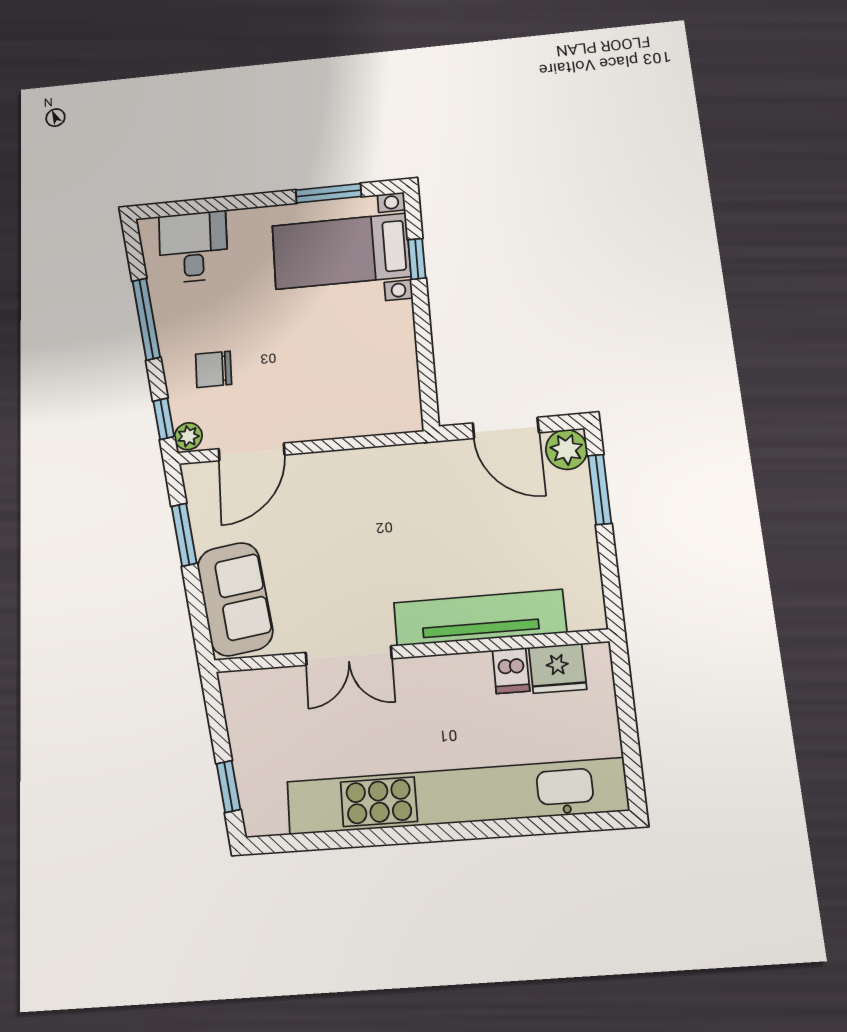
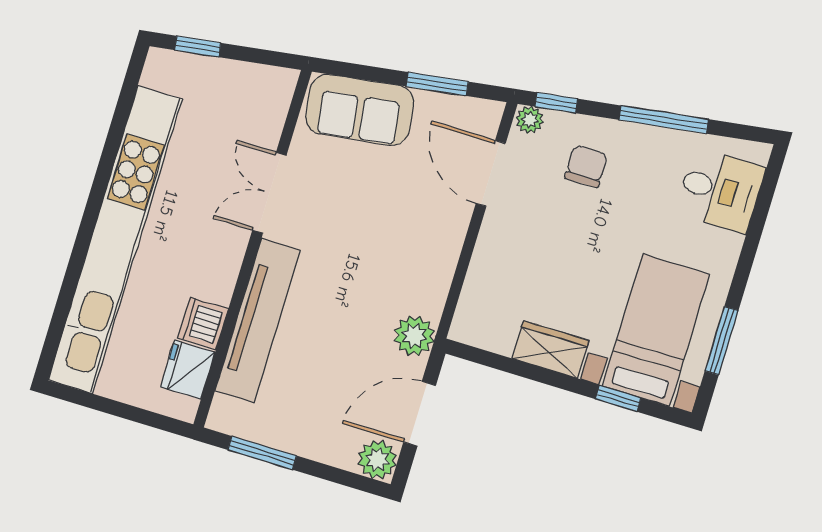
wardrobe: (396, 334) -> (550, 350), added
plant: (433, 462) -> (414, 336), added
window: (600, 489) -> (262, 453), moved
dishwasher: (511, 671) -> (203, 323), width x1.38

